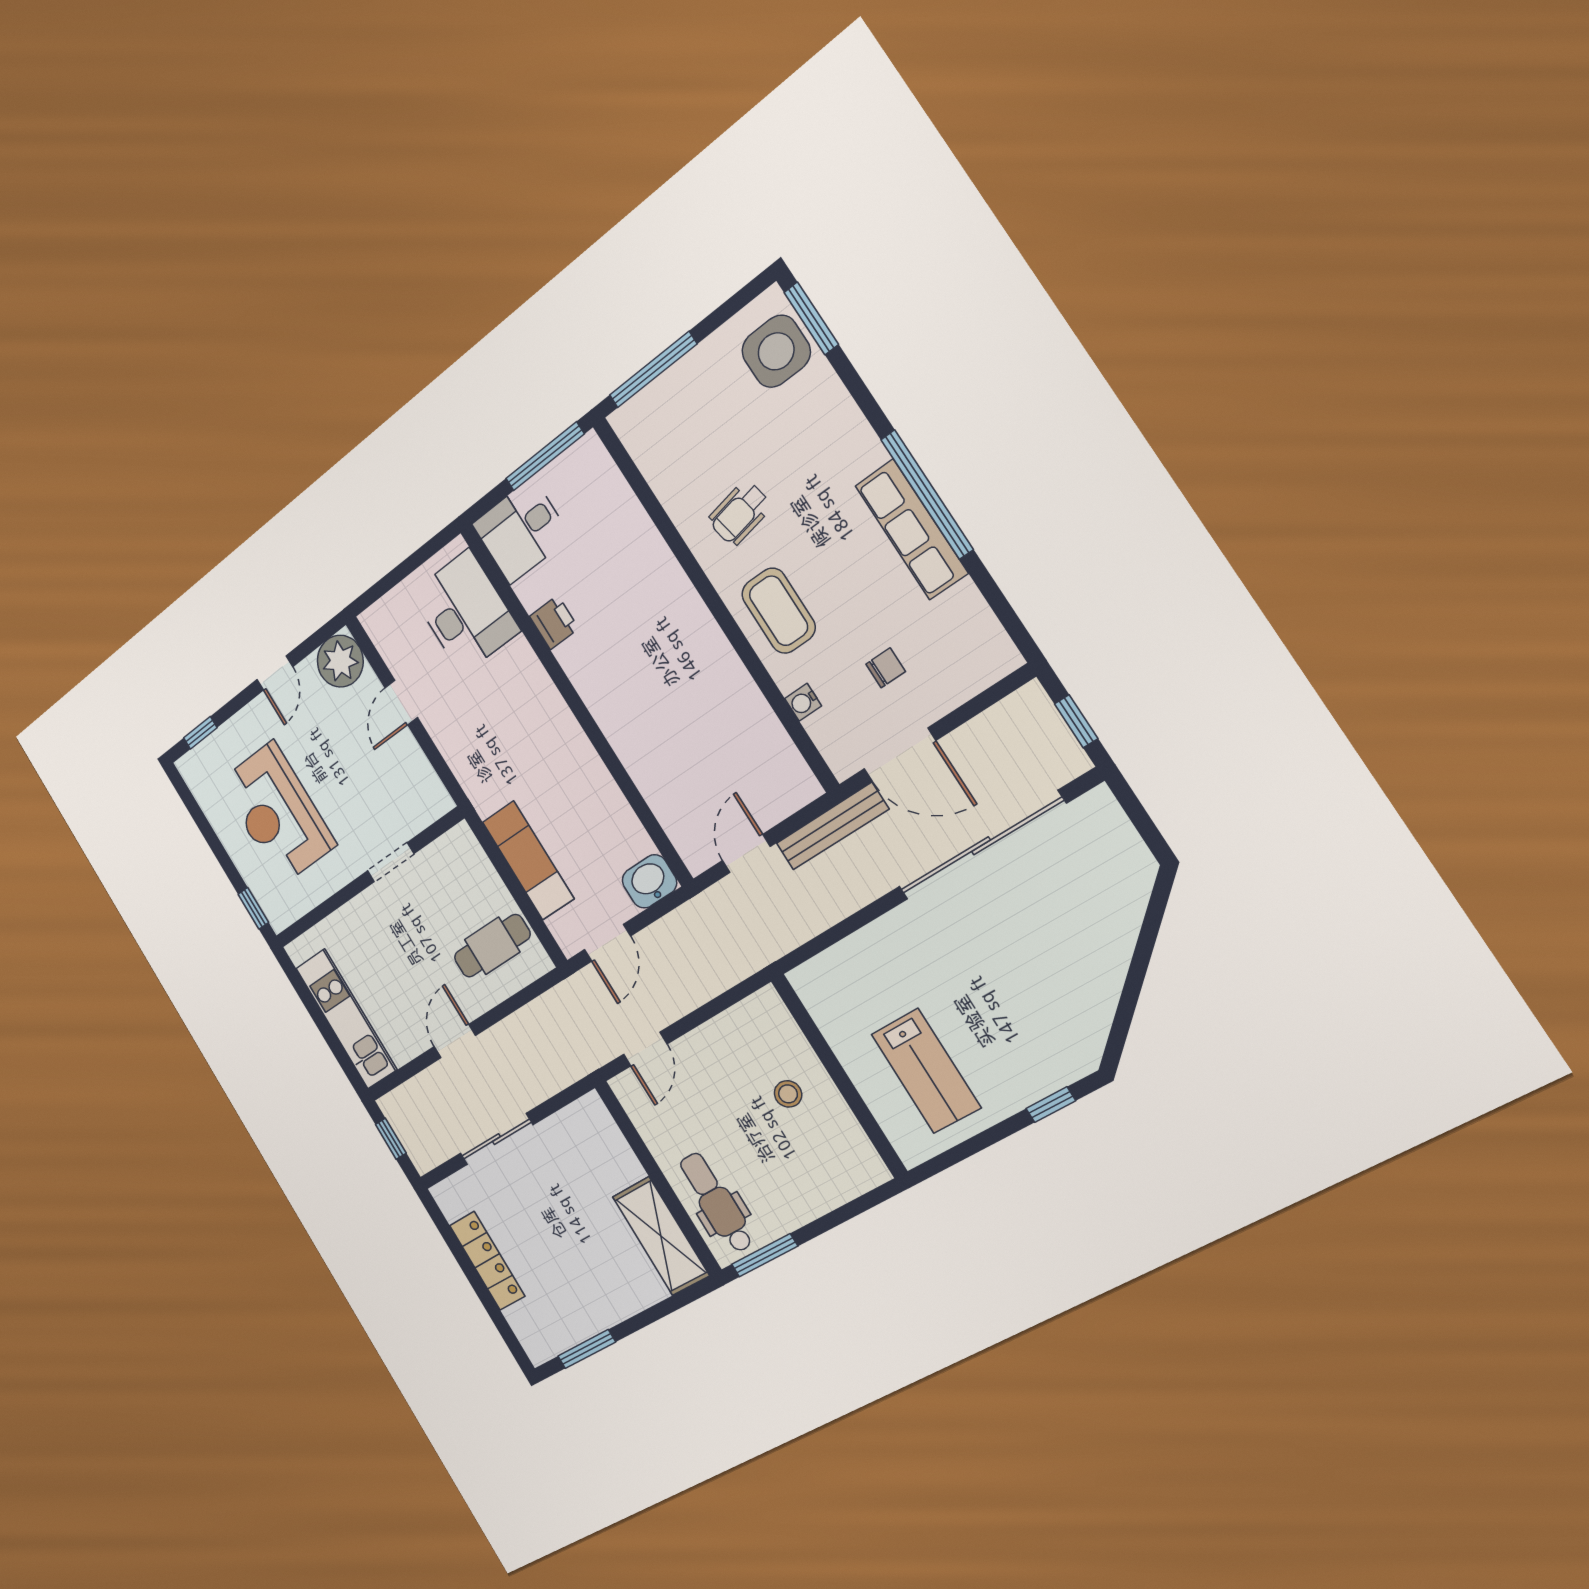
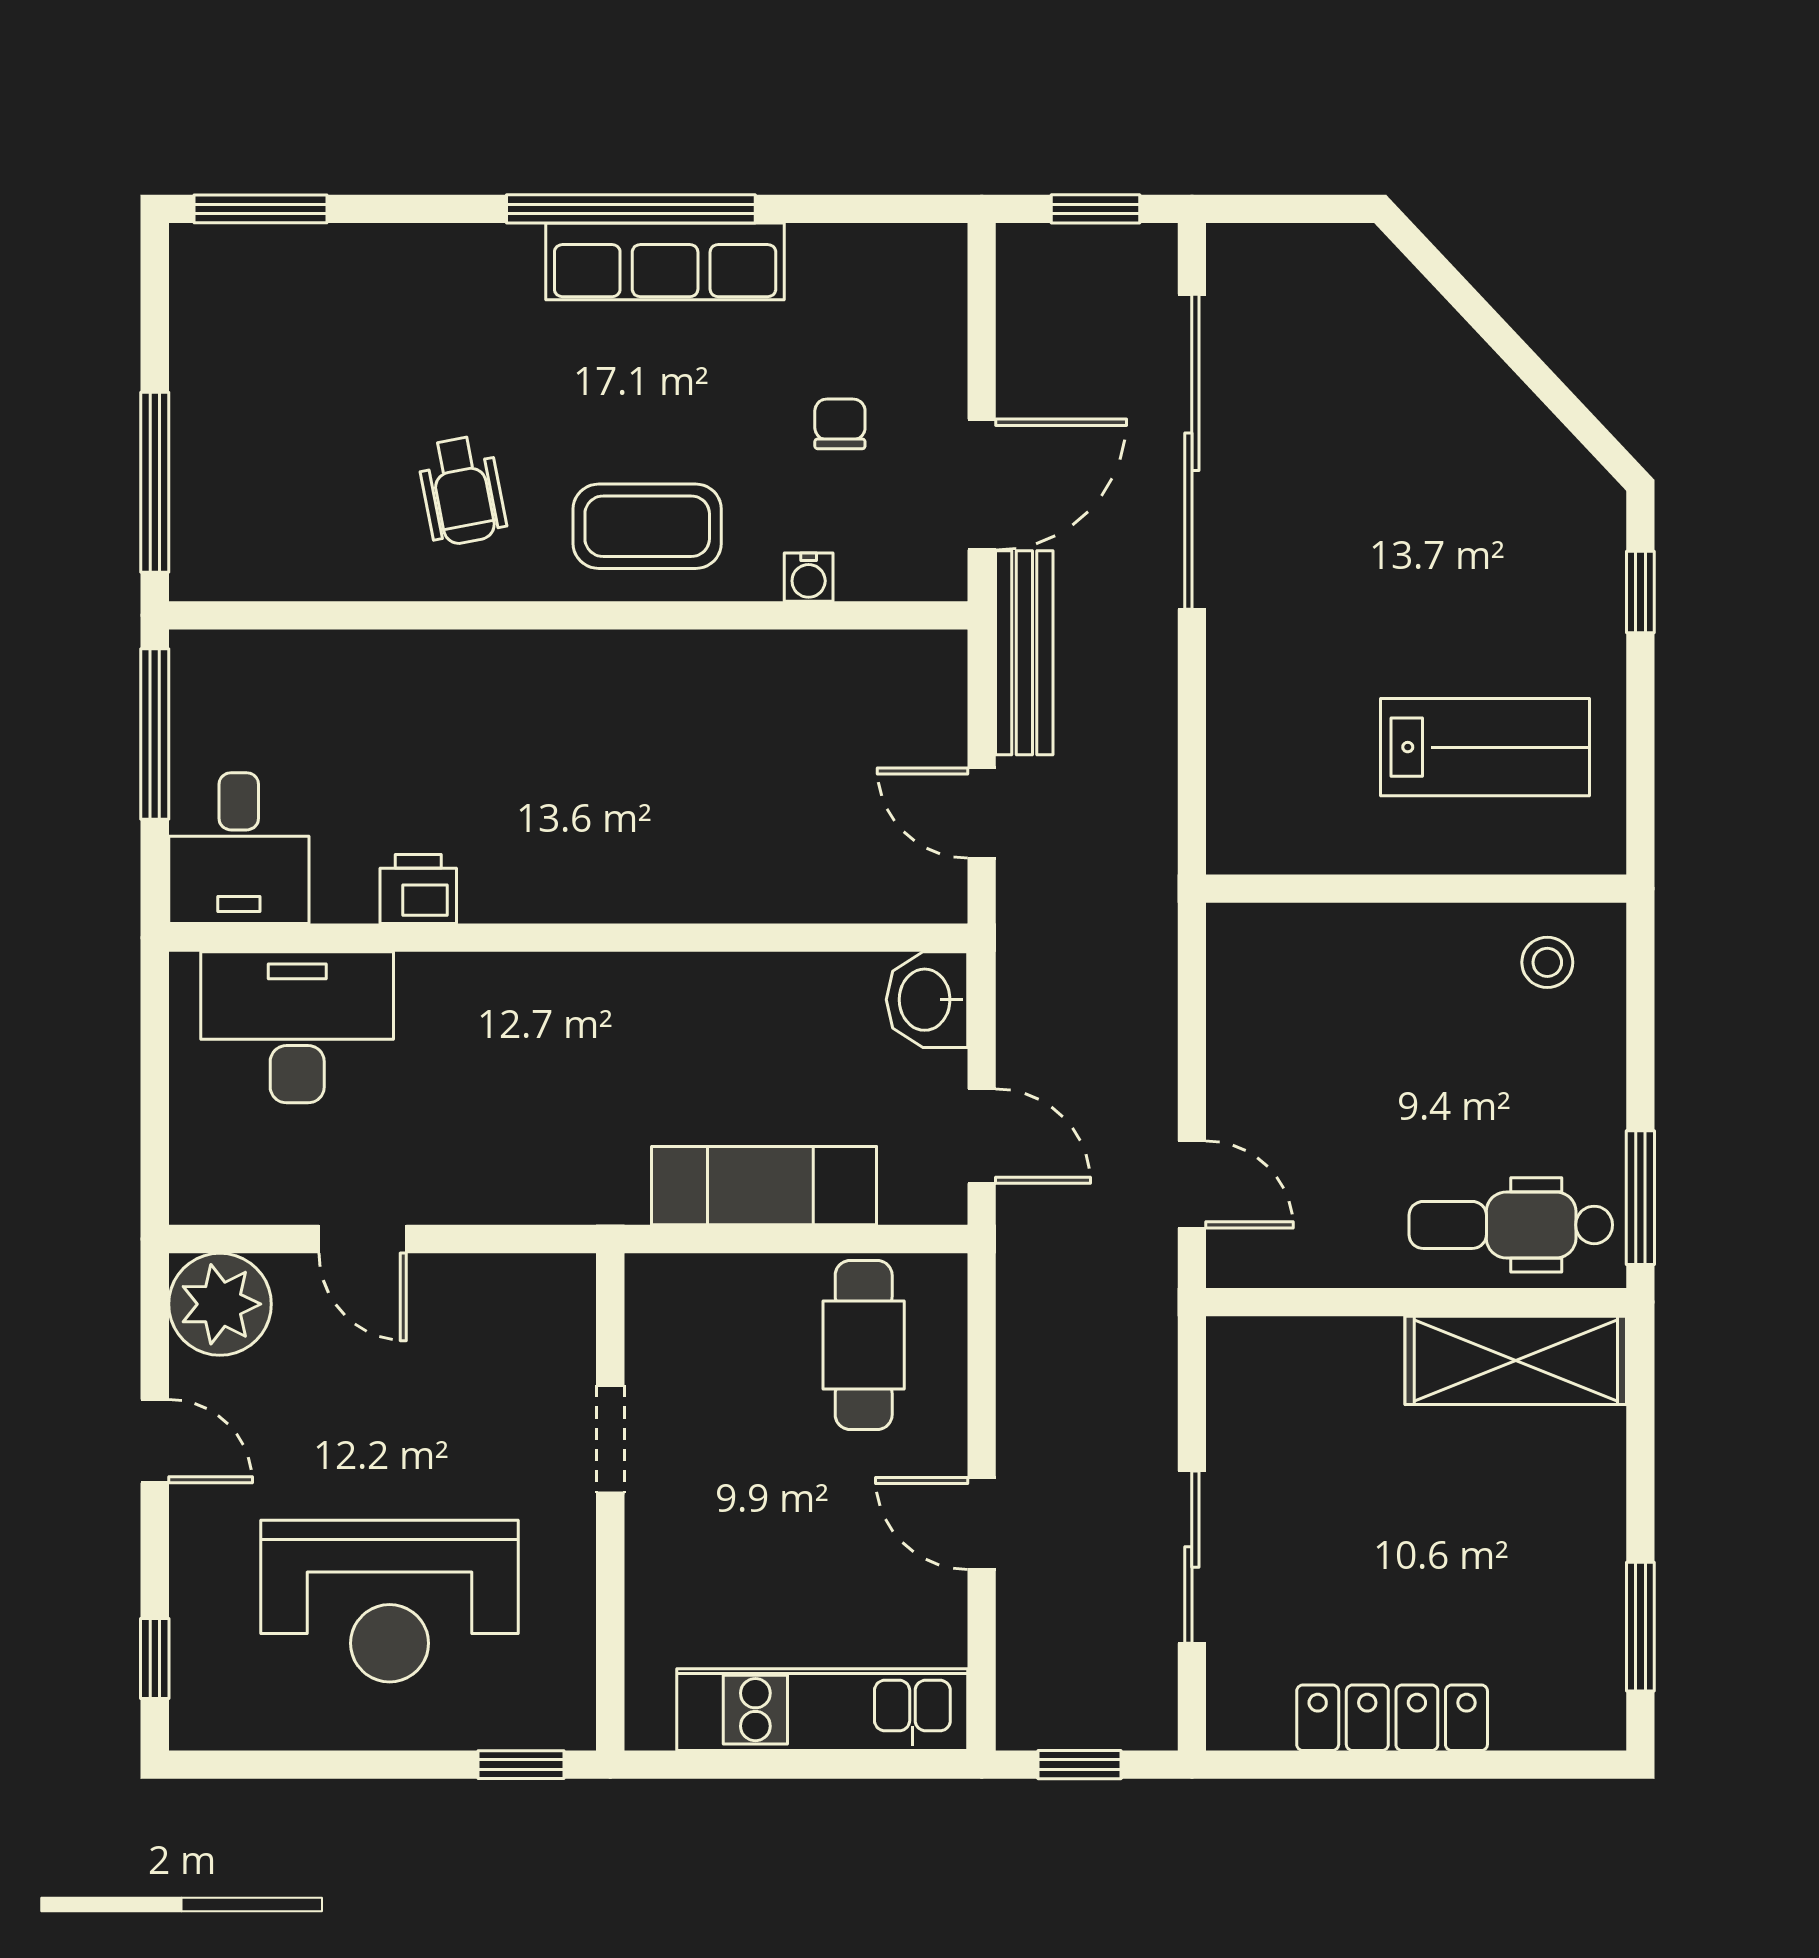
side table: (776, 351) -> (268, 287), removed
stool: (788, 1094) -> (1547, 962), moved

